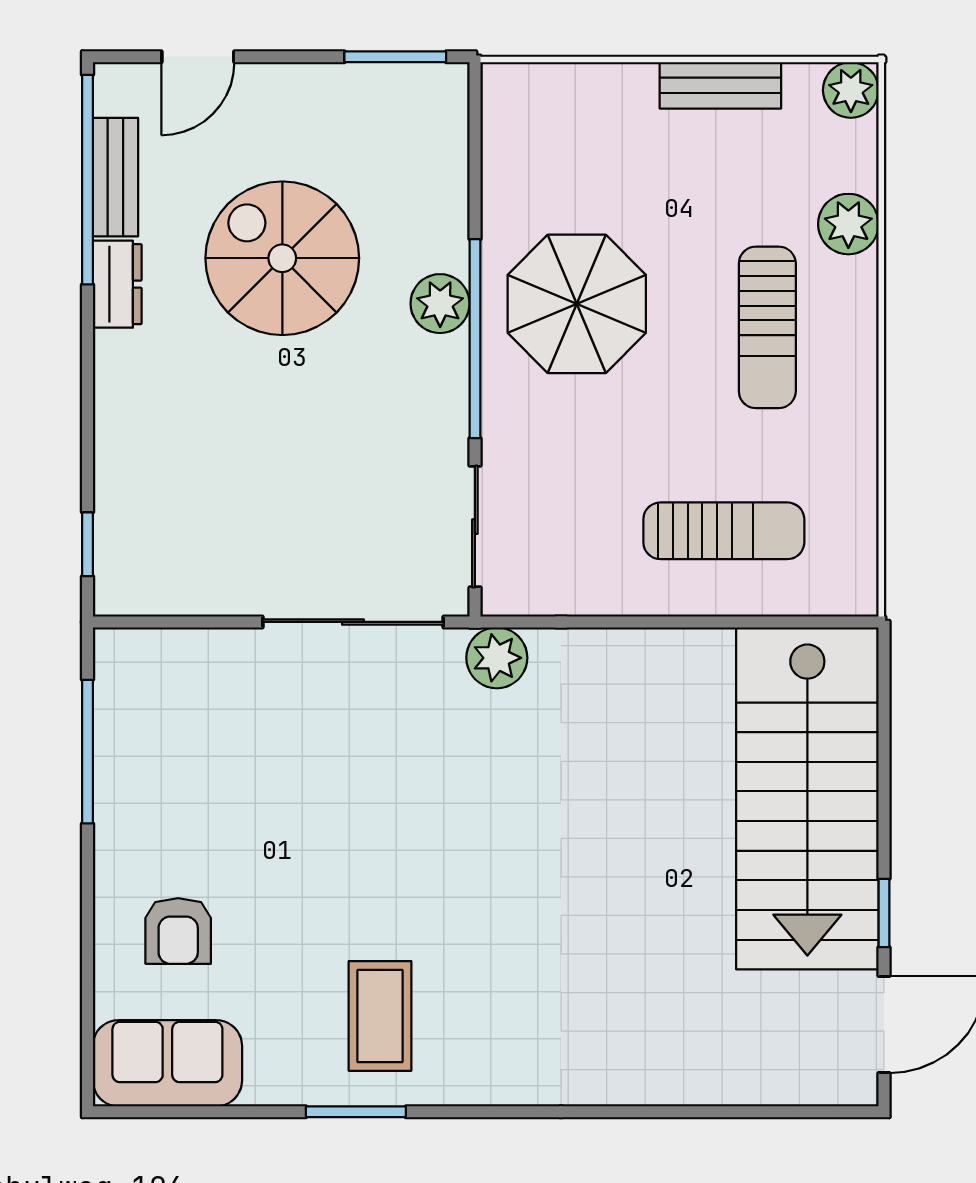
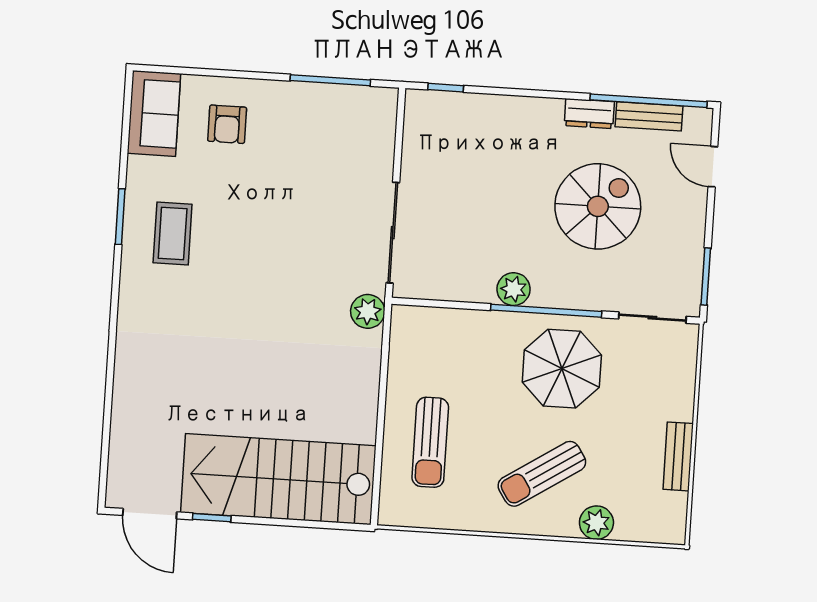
plant: (851, 90) -> (671, 529), removed
plant: (440, 304) -> (514, 289), moved
sun lounger: (767, 327) -> (542, 474), turned -33
sliding door: (475, 527) -> (652, 318), moved
armchair: (178, 931) -> (227, 124), turned -90
coffee table: (380, 1016) -> (173, 233), turned 90

